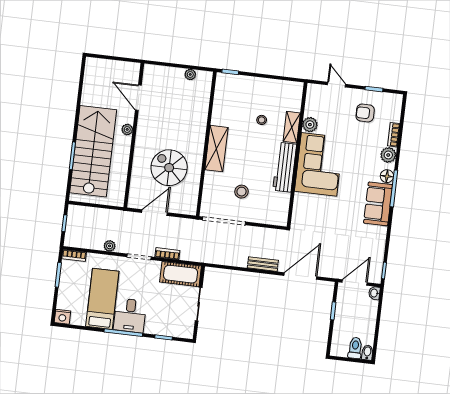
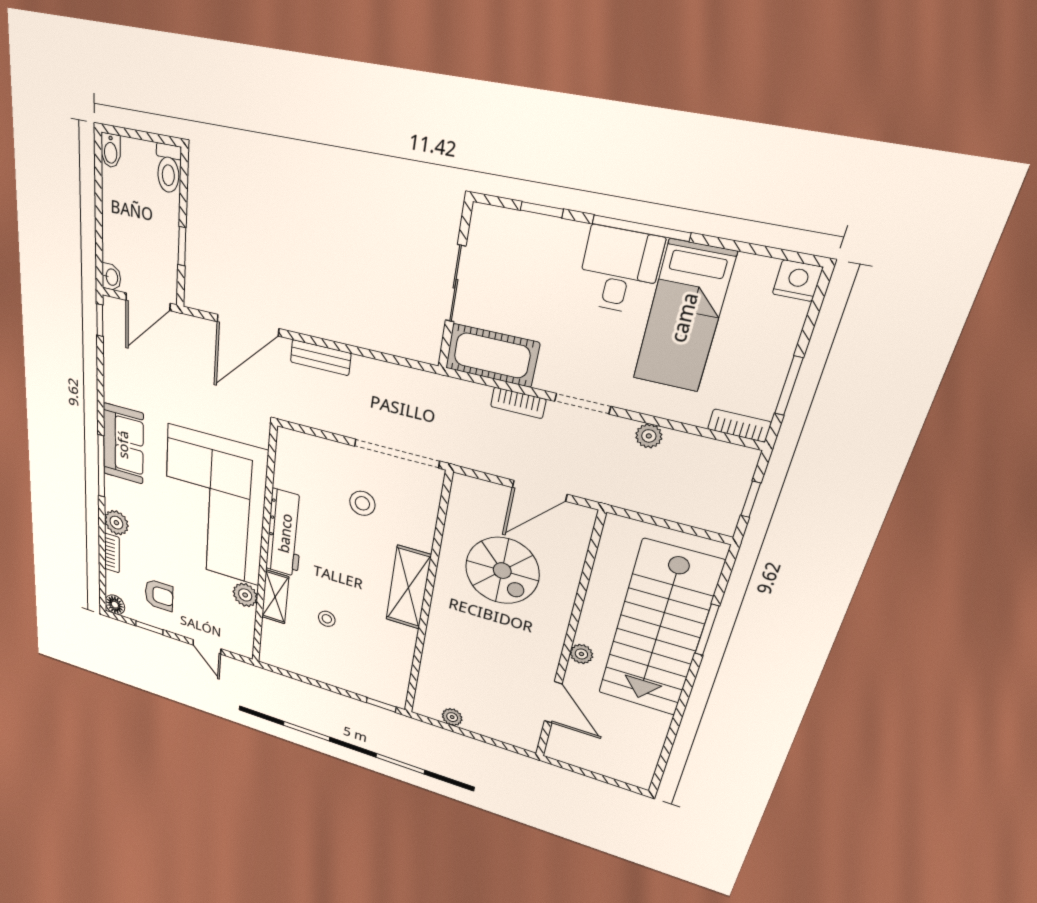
corner sofa: (319, 164) -> (214, 506), width x1.36, depth x1.36
floor lamp: (387, 176) -> (115, 605), moved
toilet: (355, 348) -> (168, 169), moved

